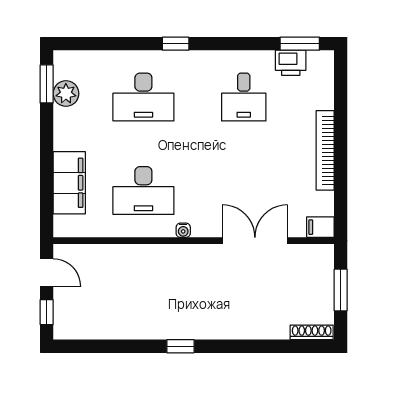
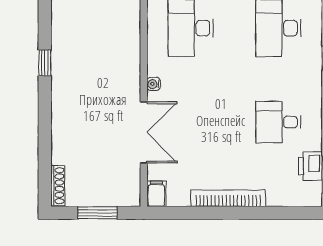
water cooler: (183, 230) -> (153, 84), moved

